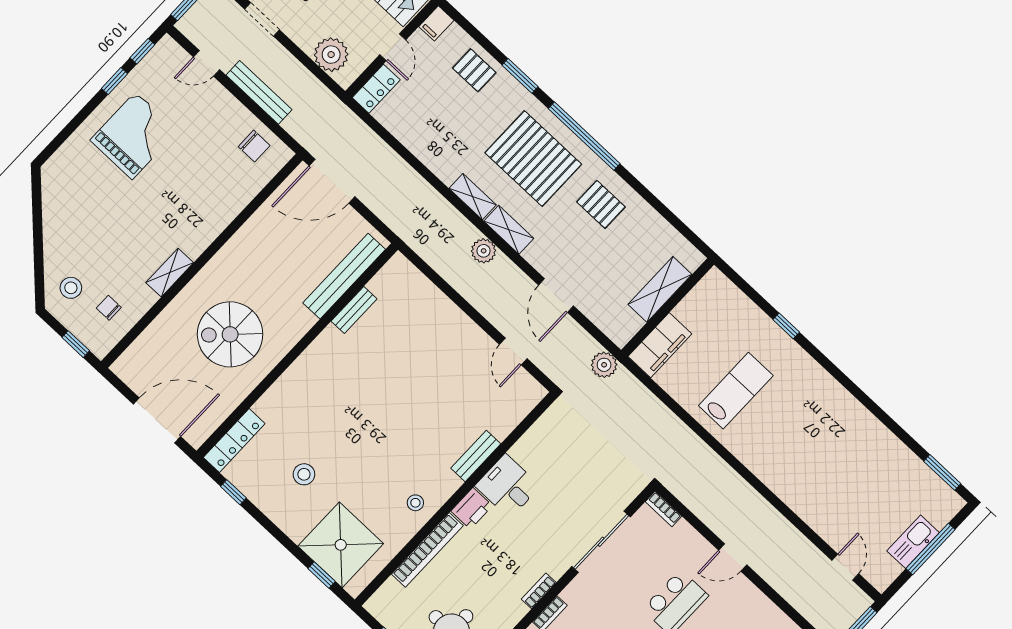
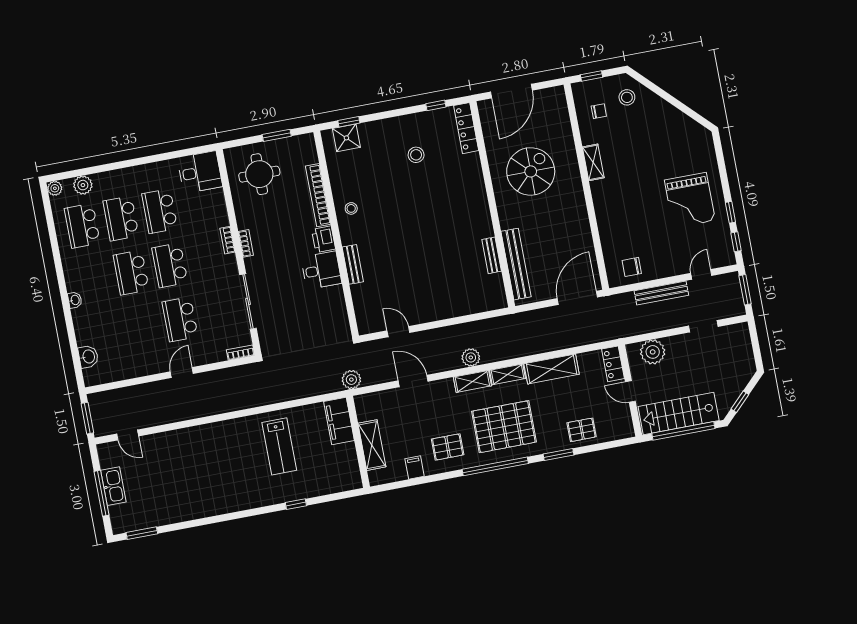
filing cabinet: (436, 23) -> (415, 468), moved
shelving: (431, 152) -> (552, 369), added
shower: (341, 545) -> (346, 138), width x0.54, depth x0.54

